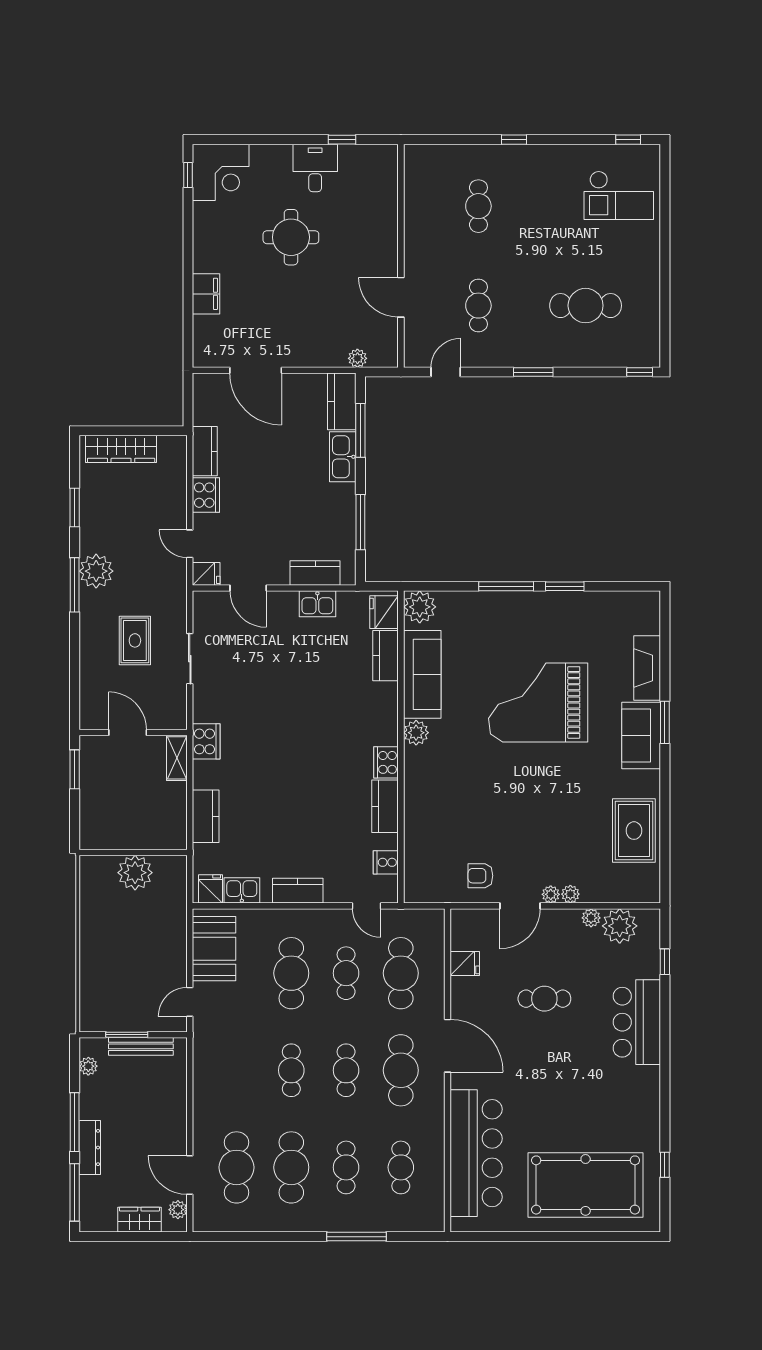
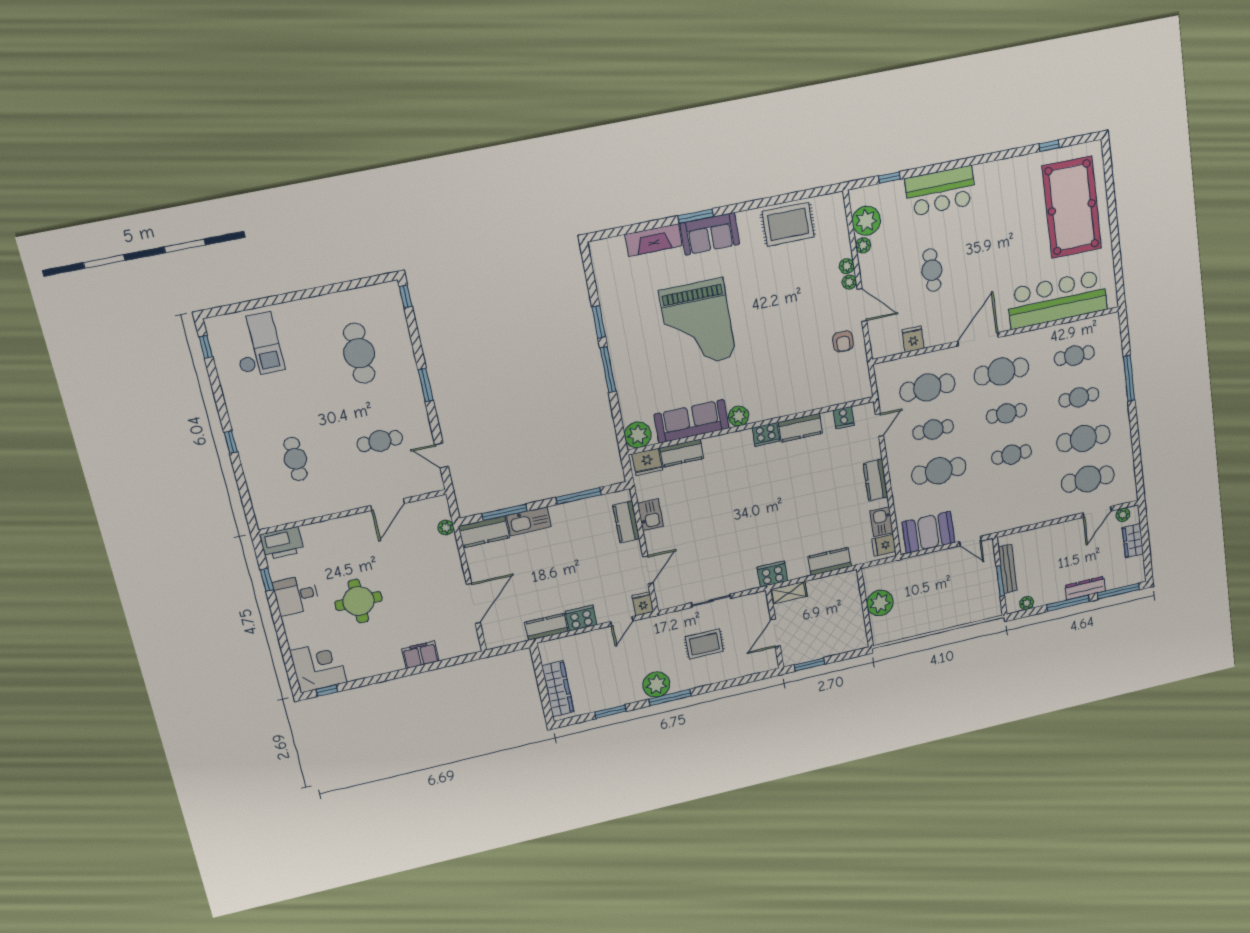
printer: (382, 167) -> (282, 543), added
cafe table: (478, 206) -> (295, 459), turned 90

